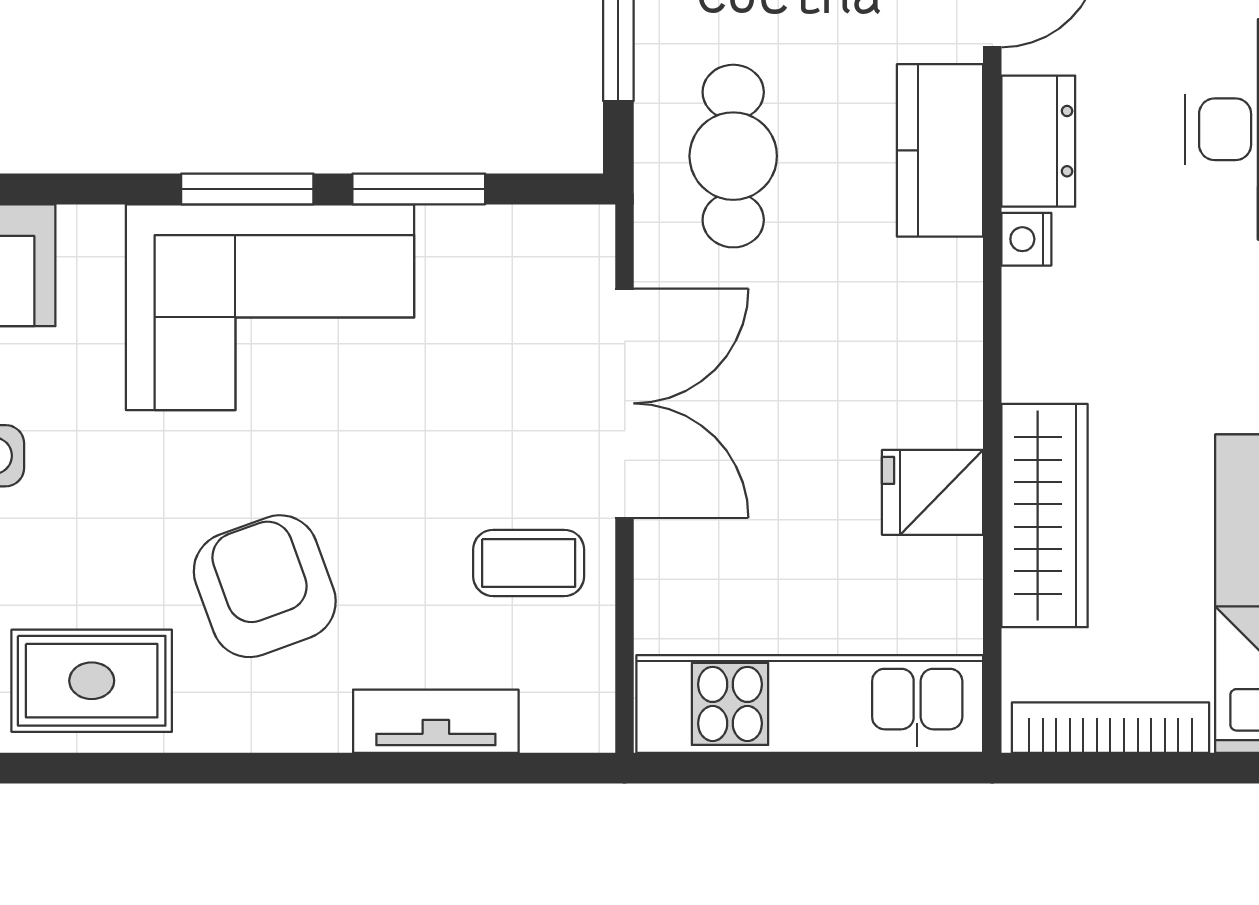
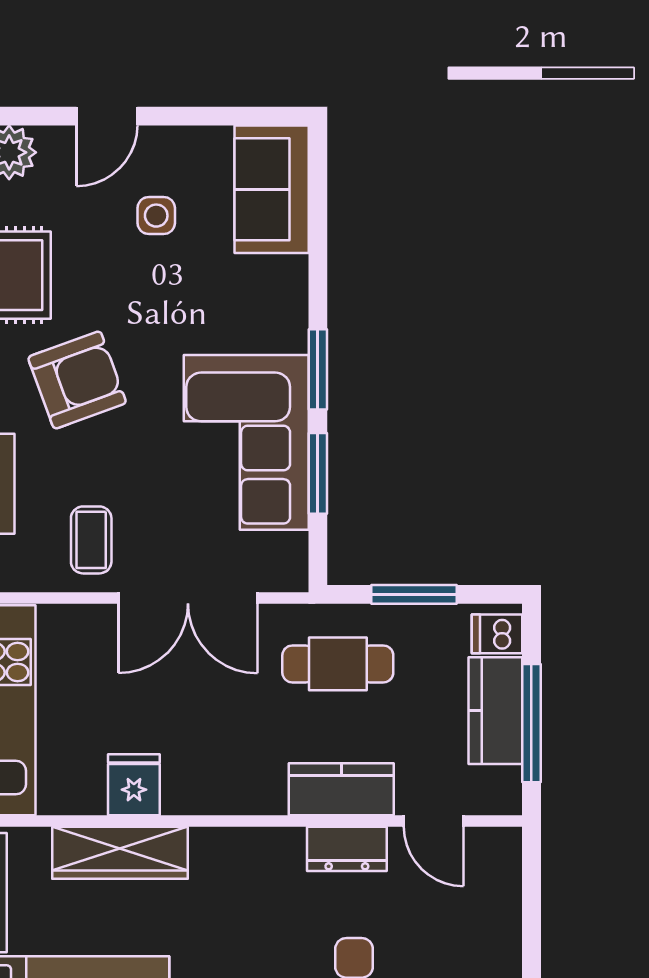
nightstand: (1026, 239) -> (287, 842), removed
corner sofa: (270, 307) -> (246, 442), moved

